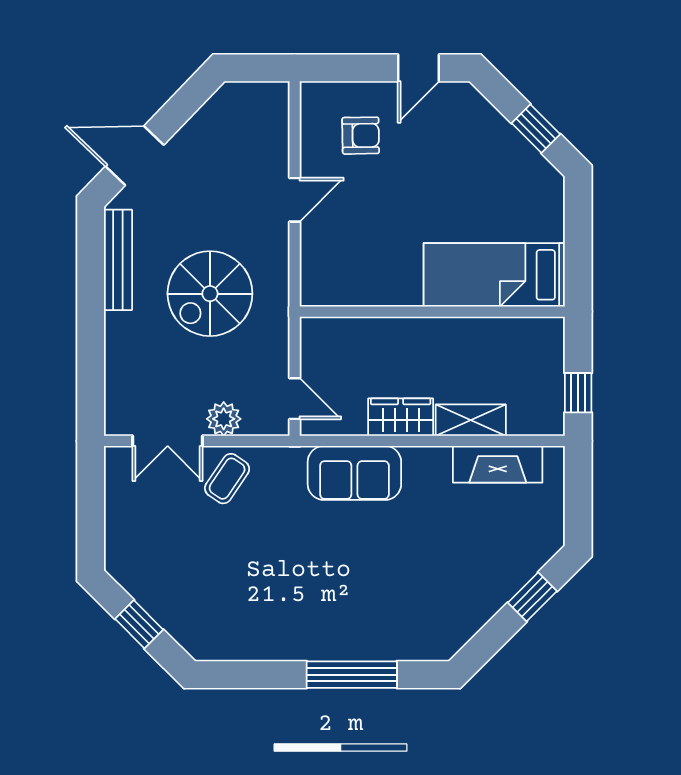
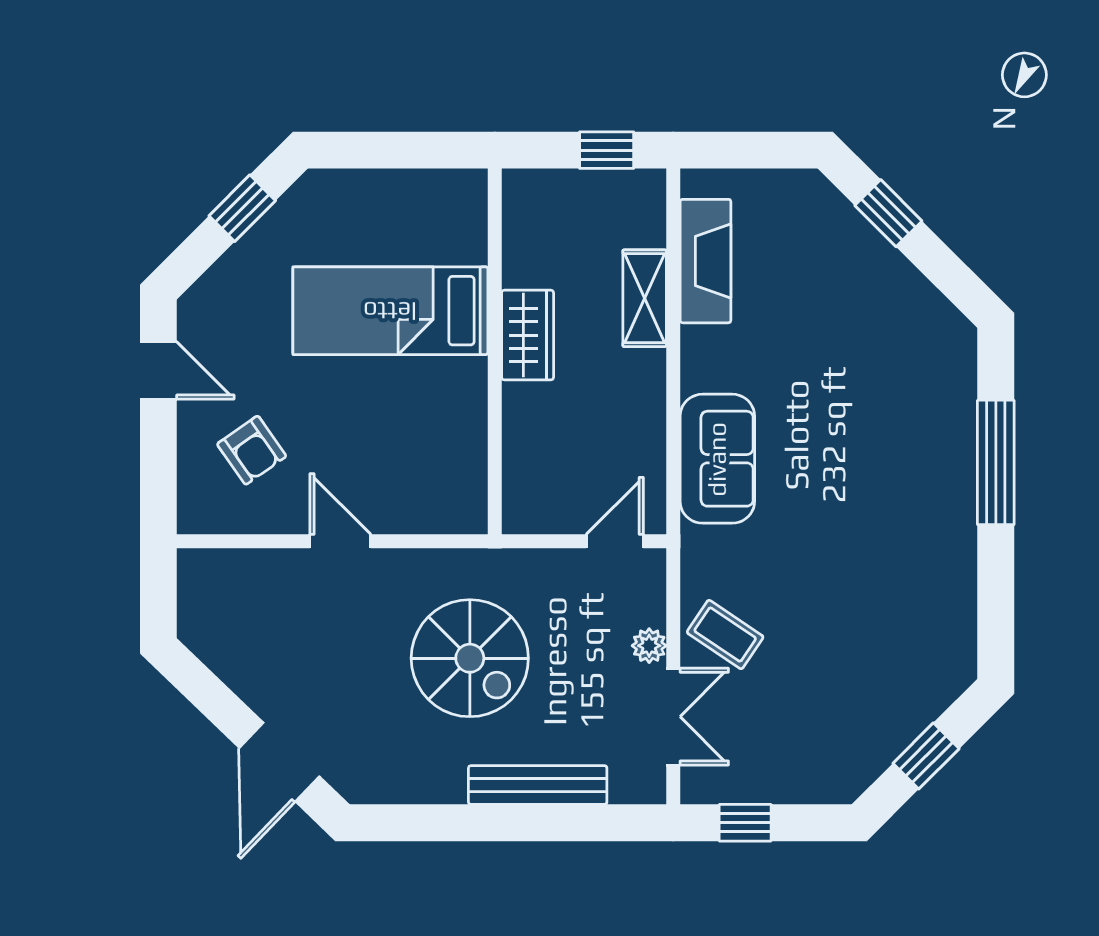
armchair: (361, 136) -> (252, 450), turned 146
bench: (118, 260) -> (538, 785), moved
bed: (494, 275) -> (390, 311), moved, turned 90
wardrobe: (401, 417) -> (528, 335), moved, turned 180
plant: (224, 419) -> (649, 646), width x0.73, depth x0.73
window: (91, 493) -> (745, 823), added

